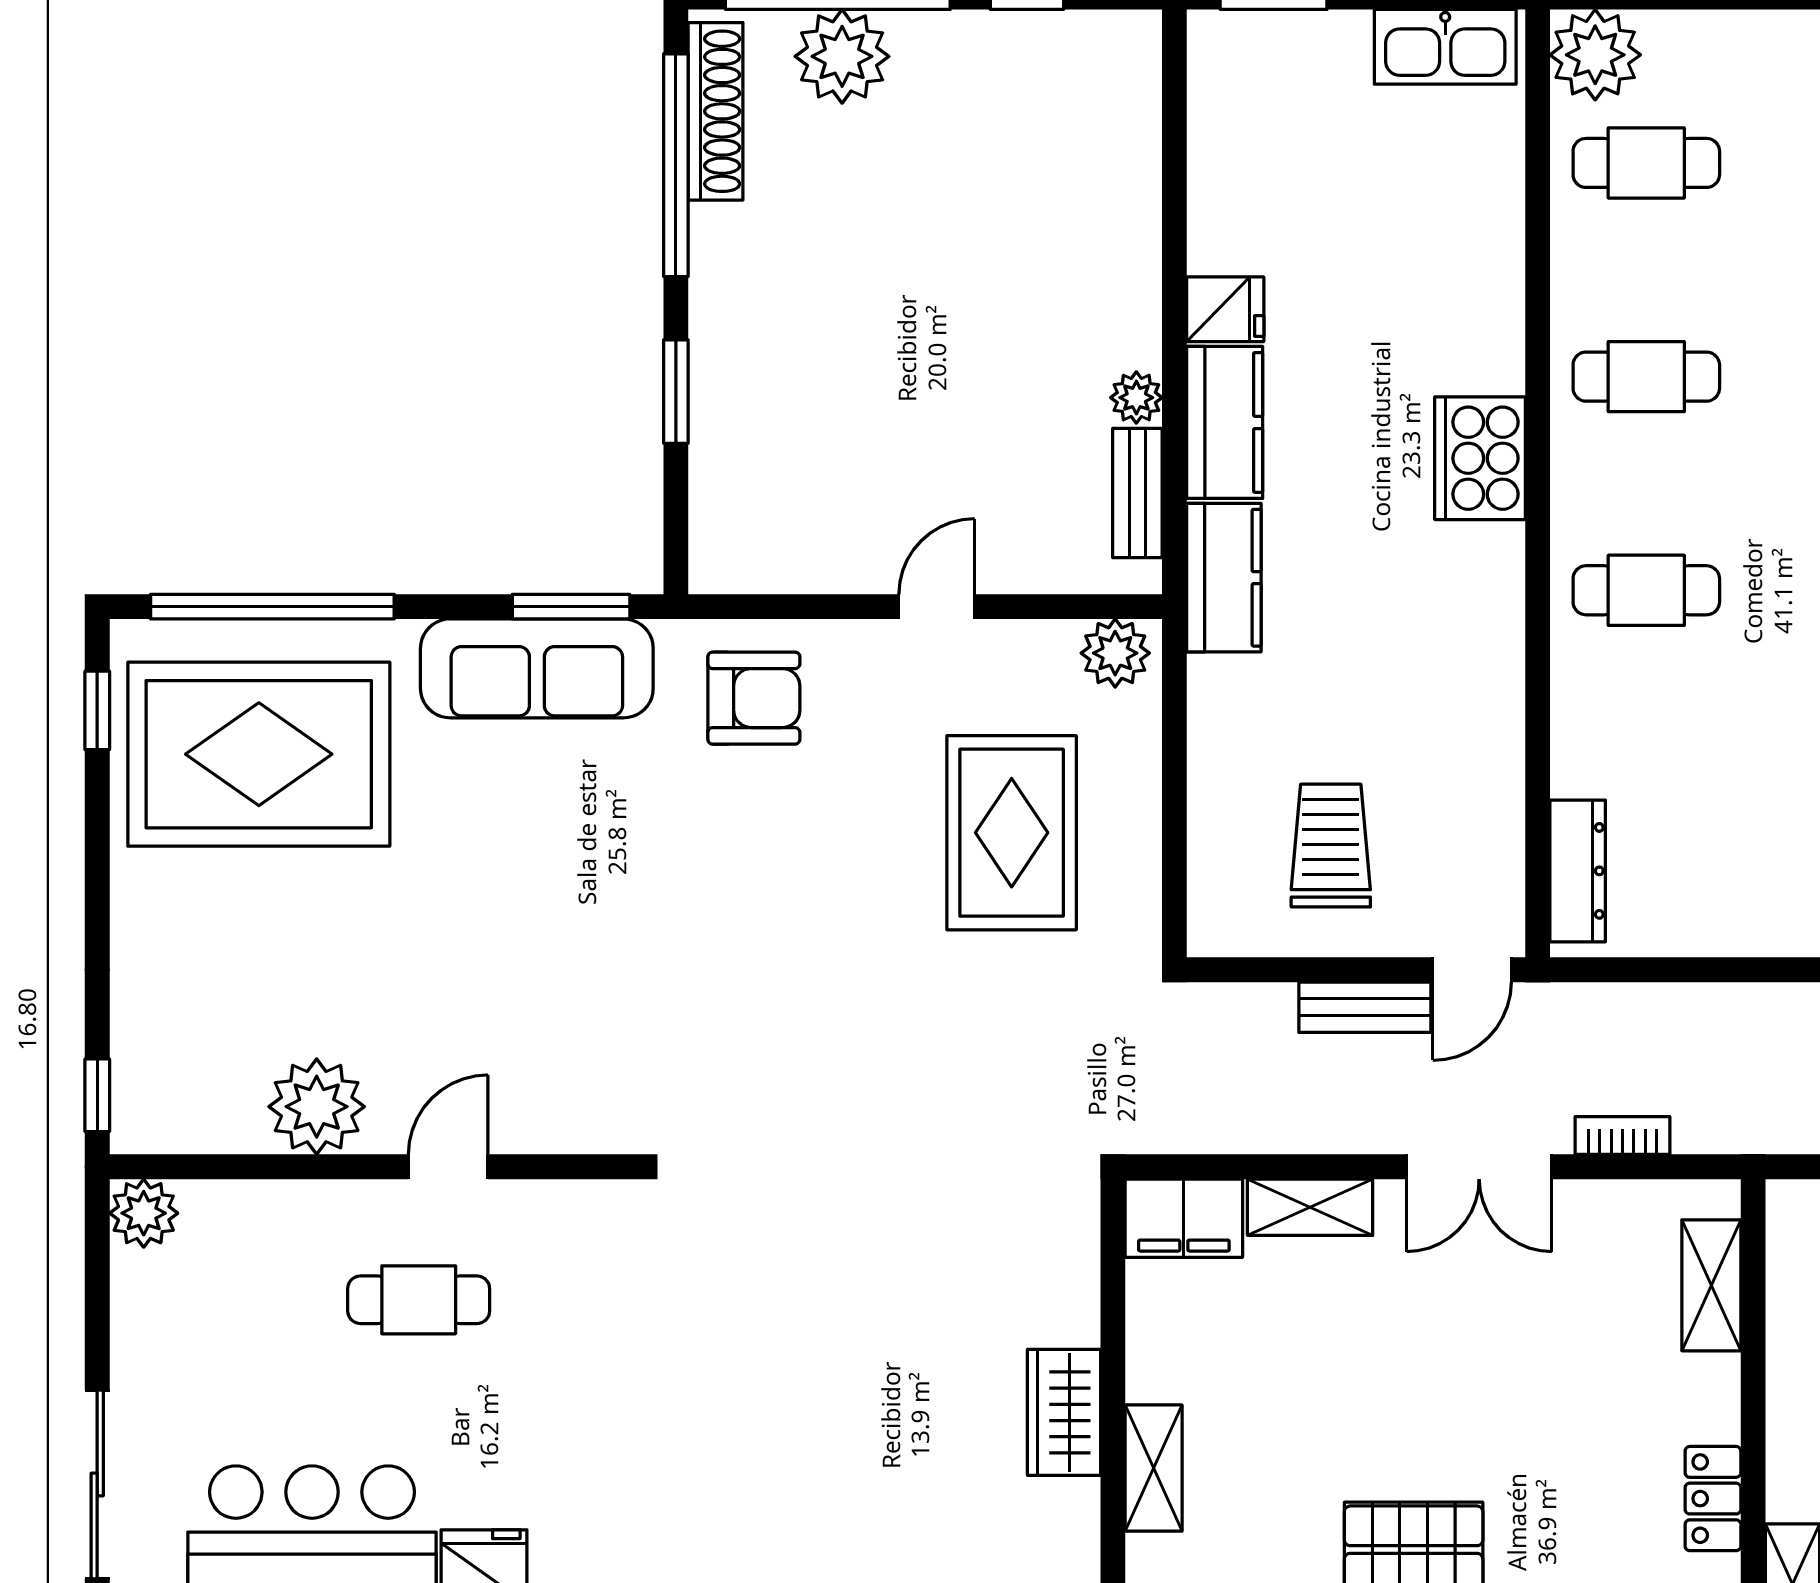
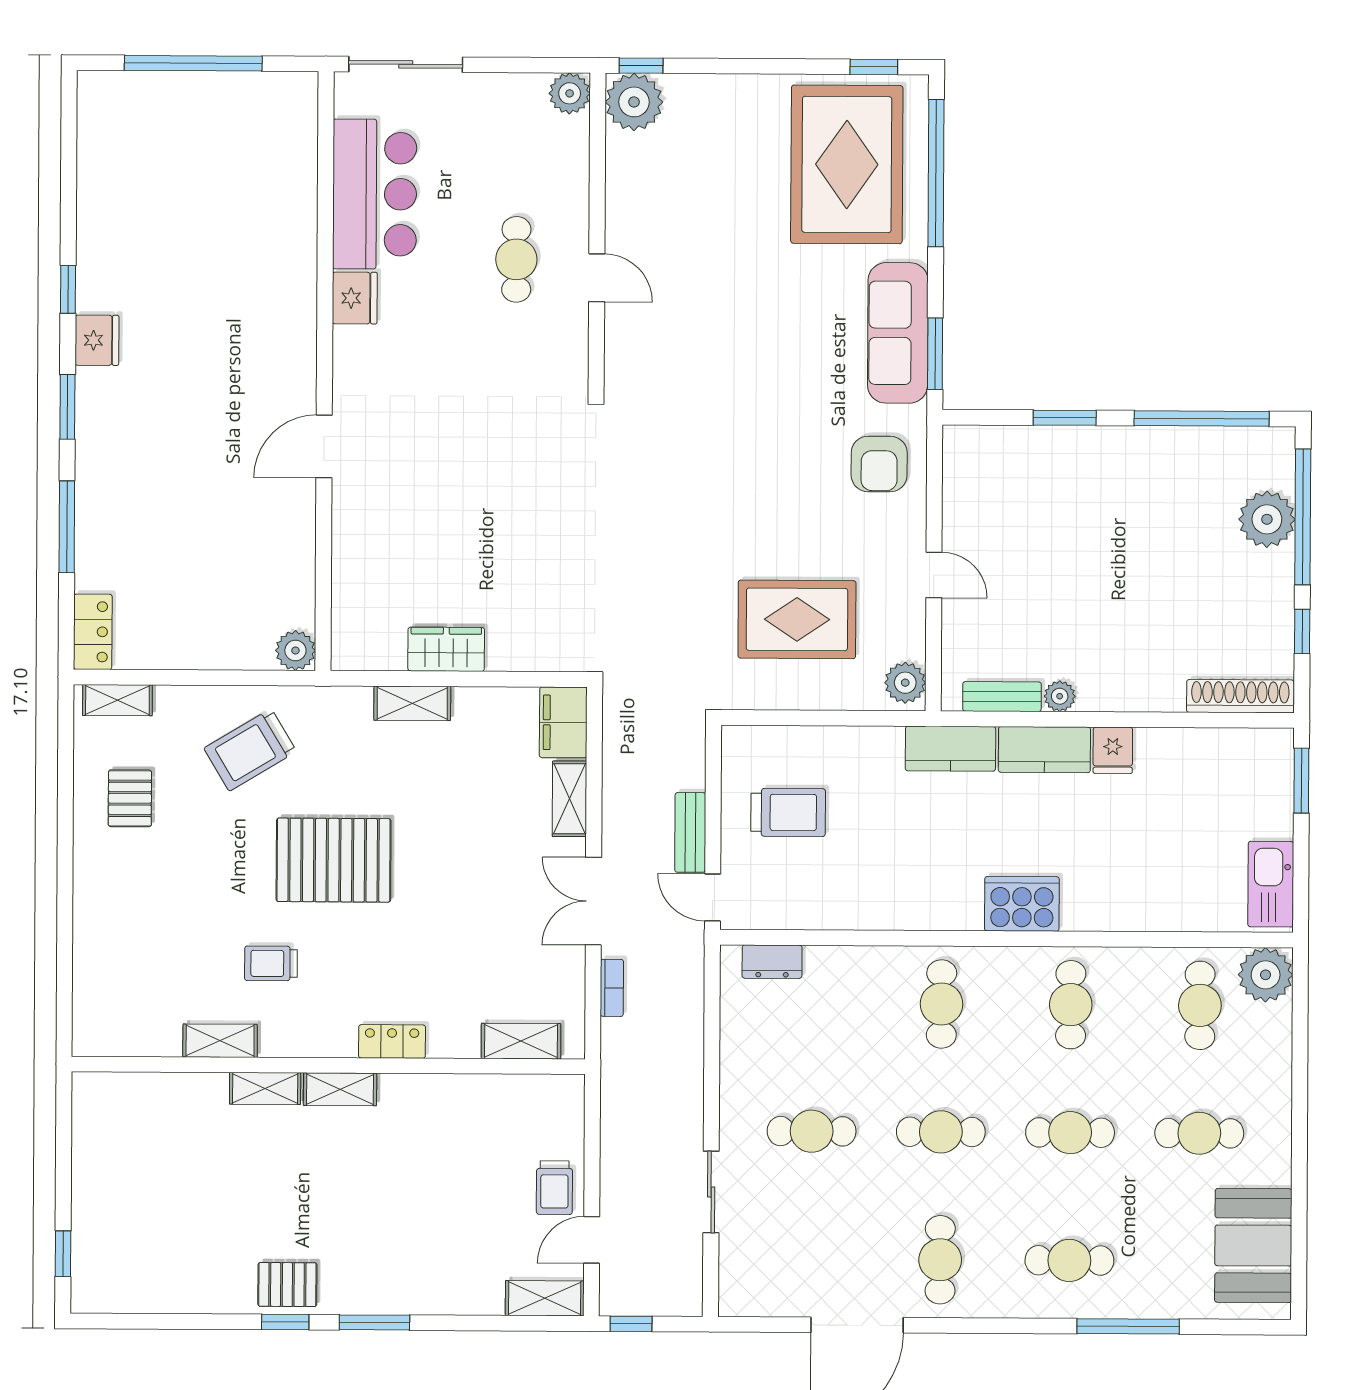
shoe rack: (716, 111) -> (1240, 696), moved, turned 180
dresser: (1578, 871) -> (772, 962), width x0.70
plant: (317, 1107) -> (634, 102), moved

